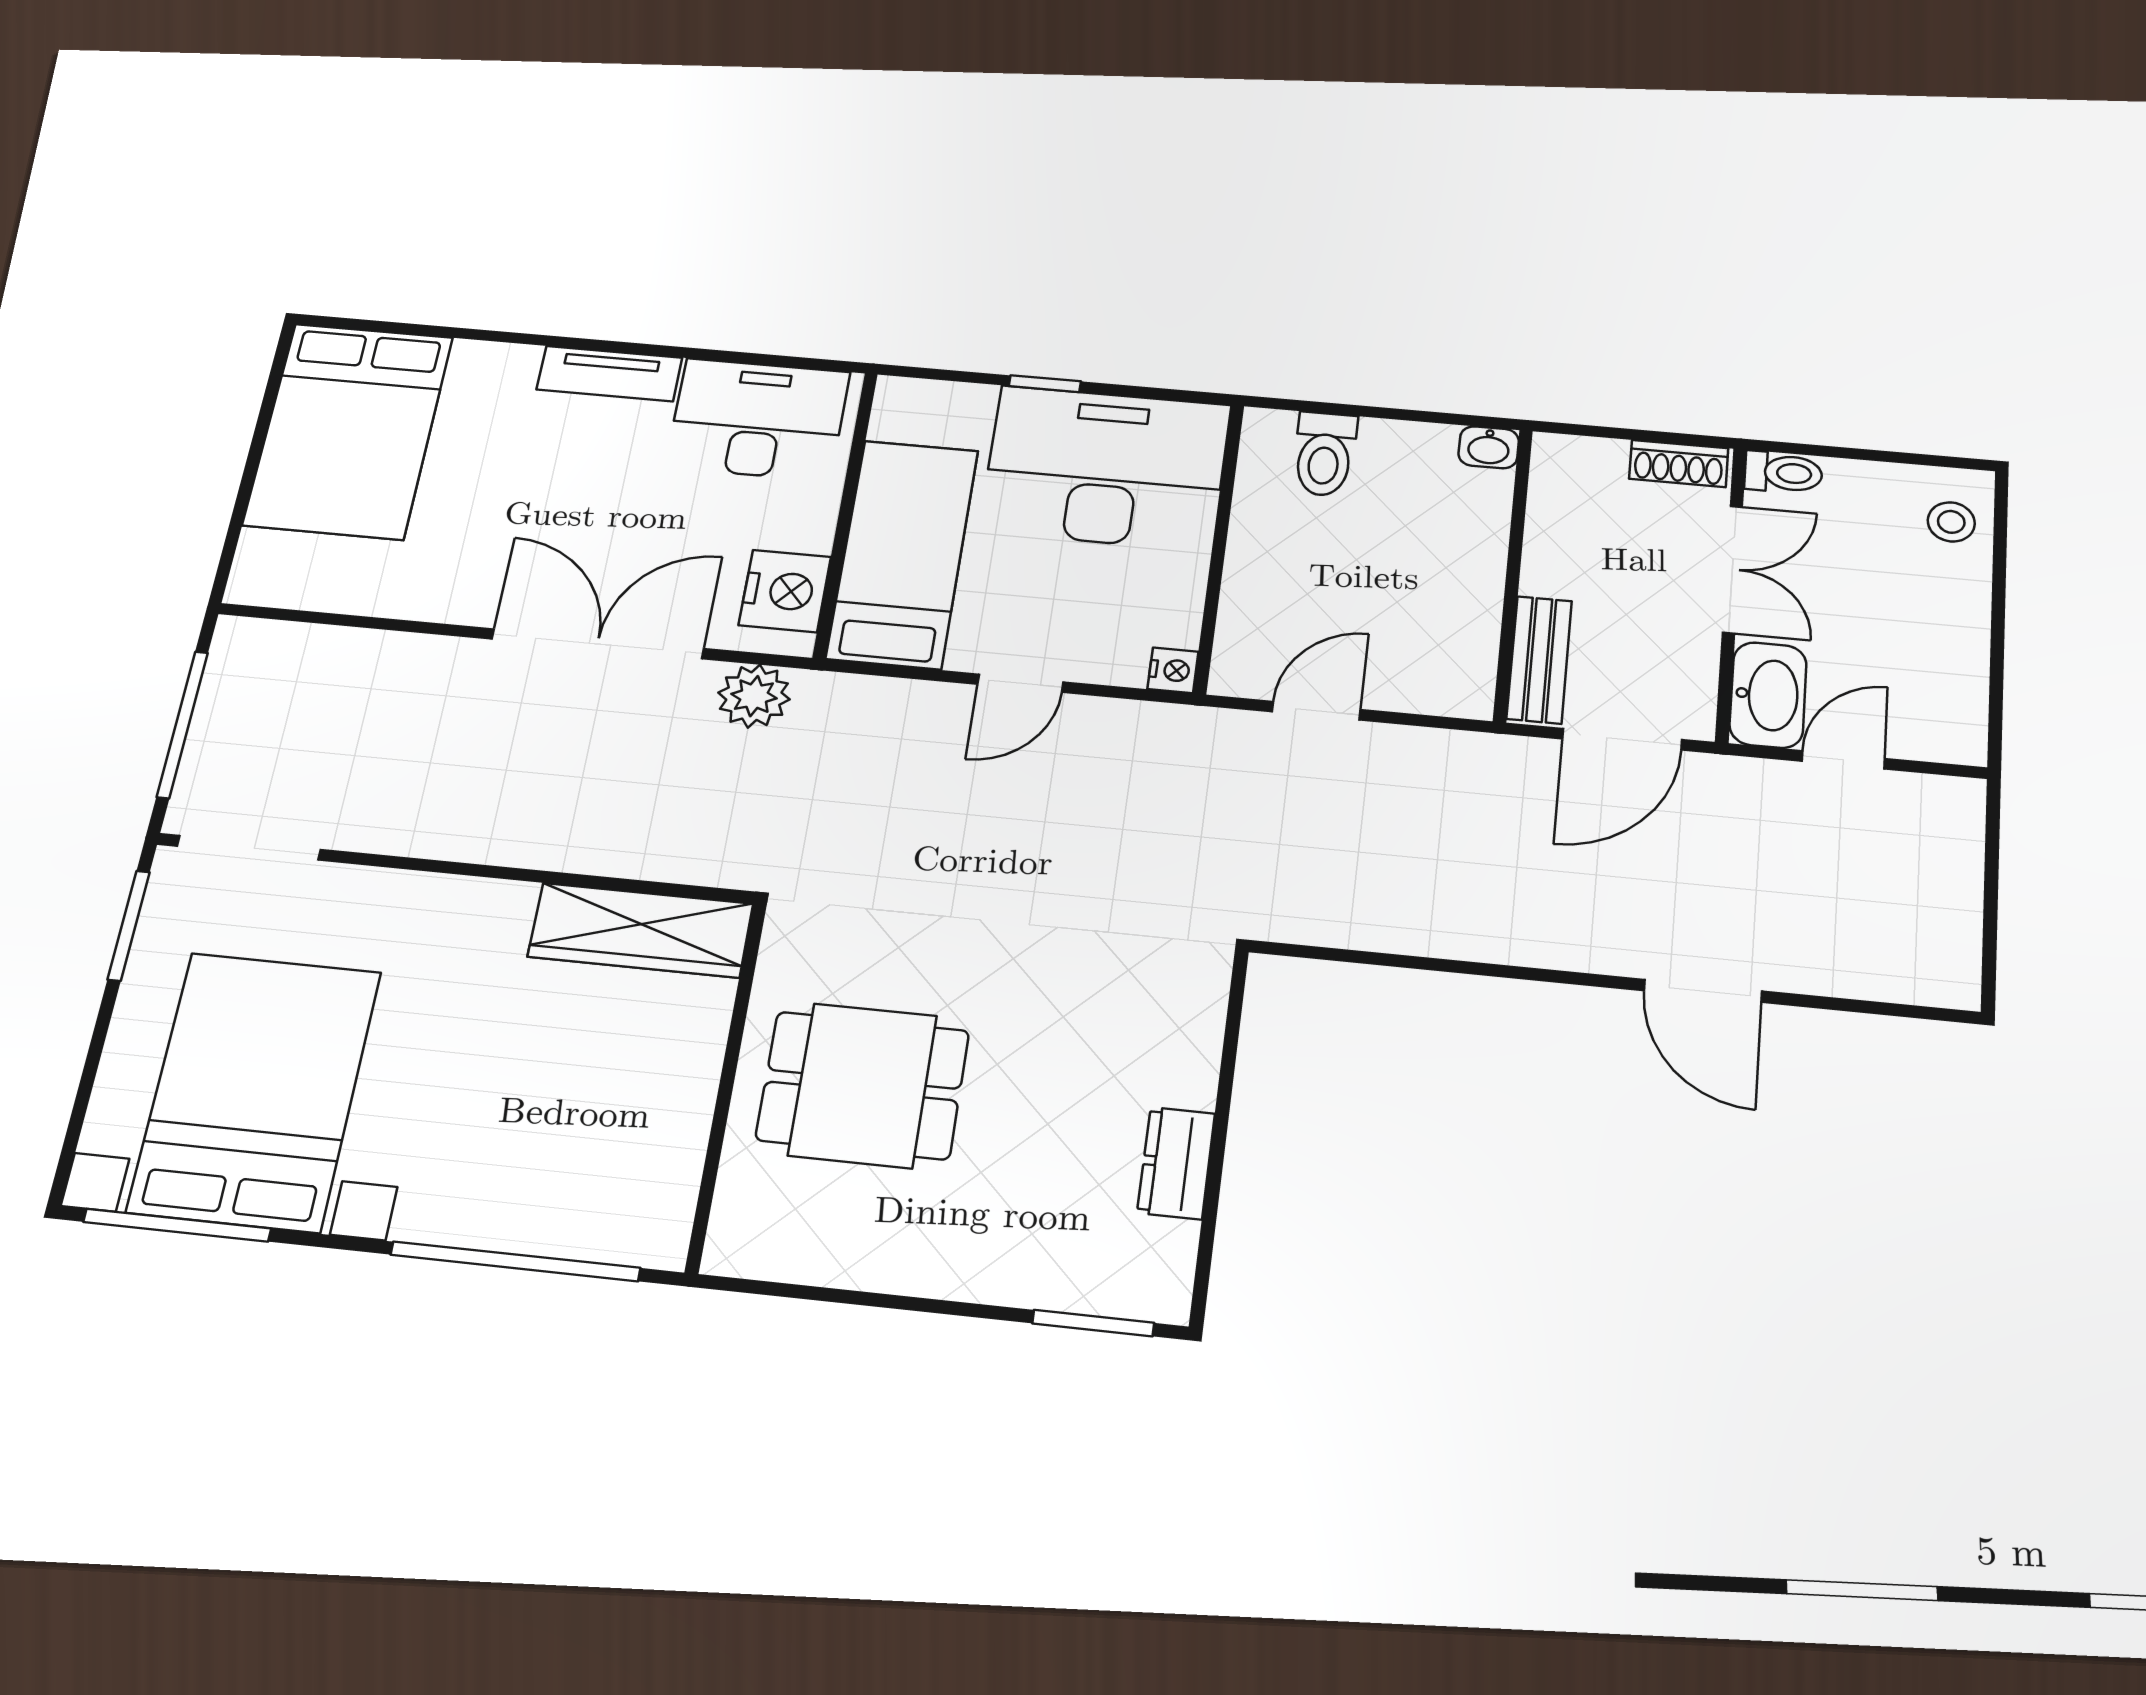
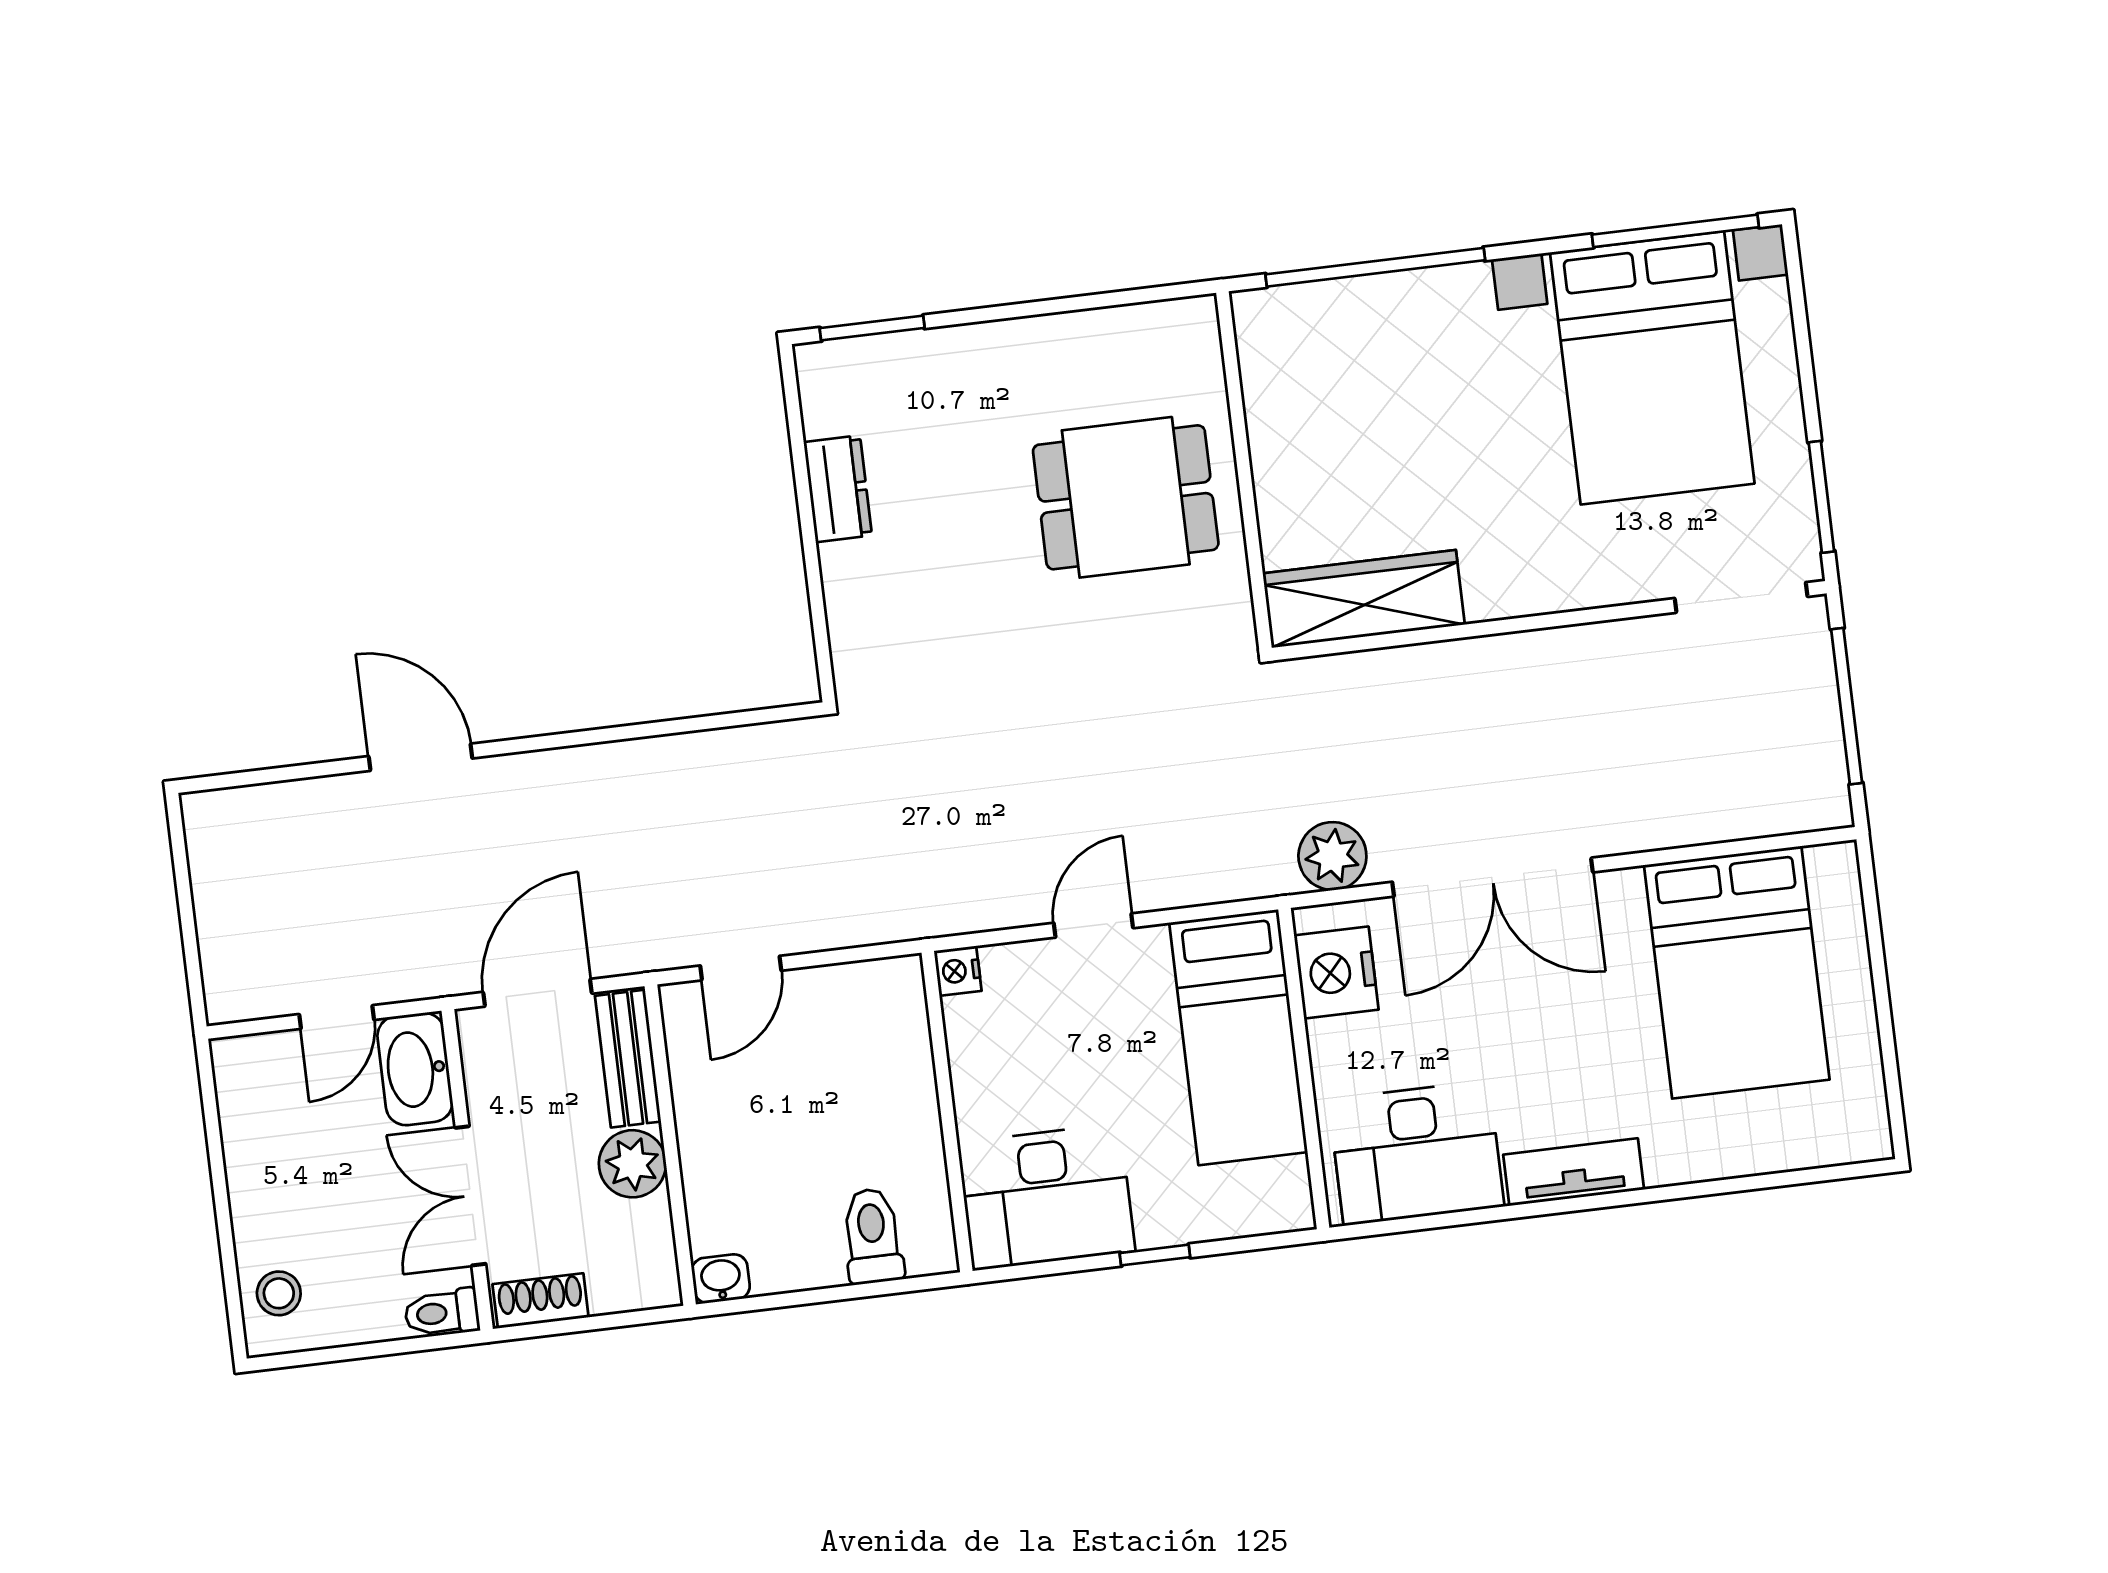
bed: (349, 431) -> (1737, 972), moved, turned 180
desk: (1106, 468) -> (1046, 1197), width x0.73, depth x0.77
plant: (1556, 565) -> (632, 1164), added
door: (1316, 711) -> (741, 968), moved

